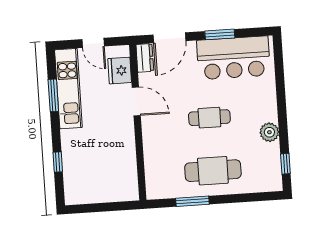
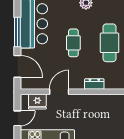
window: (220, 34) -> (17, 32), width x1.44
dresser: (145, 58) -> (94, 84), moved

